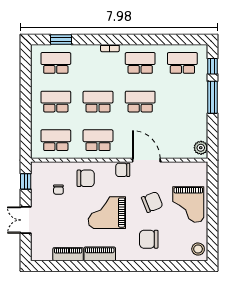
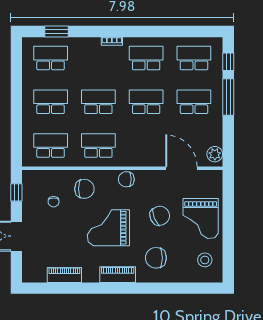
school desk: (182, 102) -> (194, 102), added
door: (146, 160) -> (181, 168), moved
stool: (198, 249) -> (205, 260), moved
piano: (100, 254) -> (118, 275), moved

